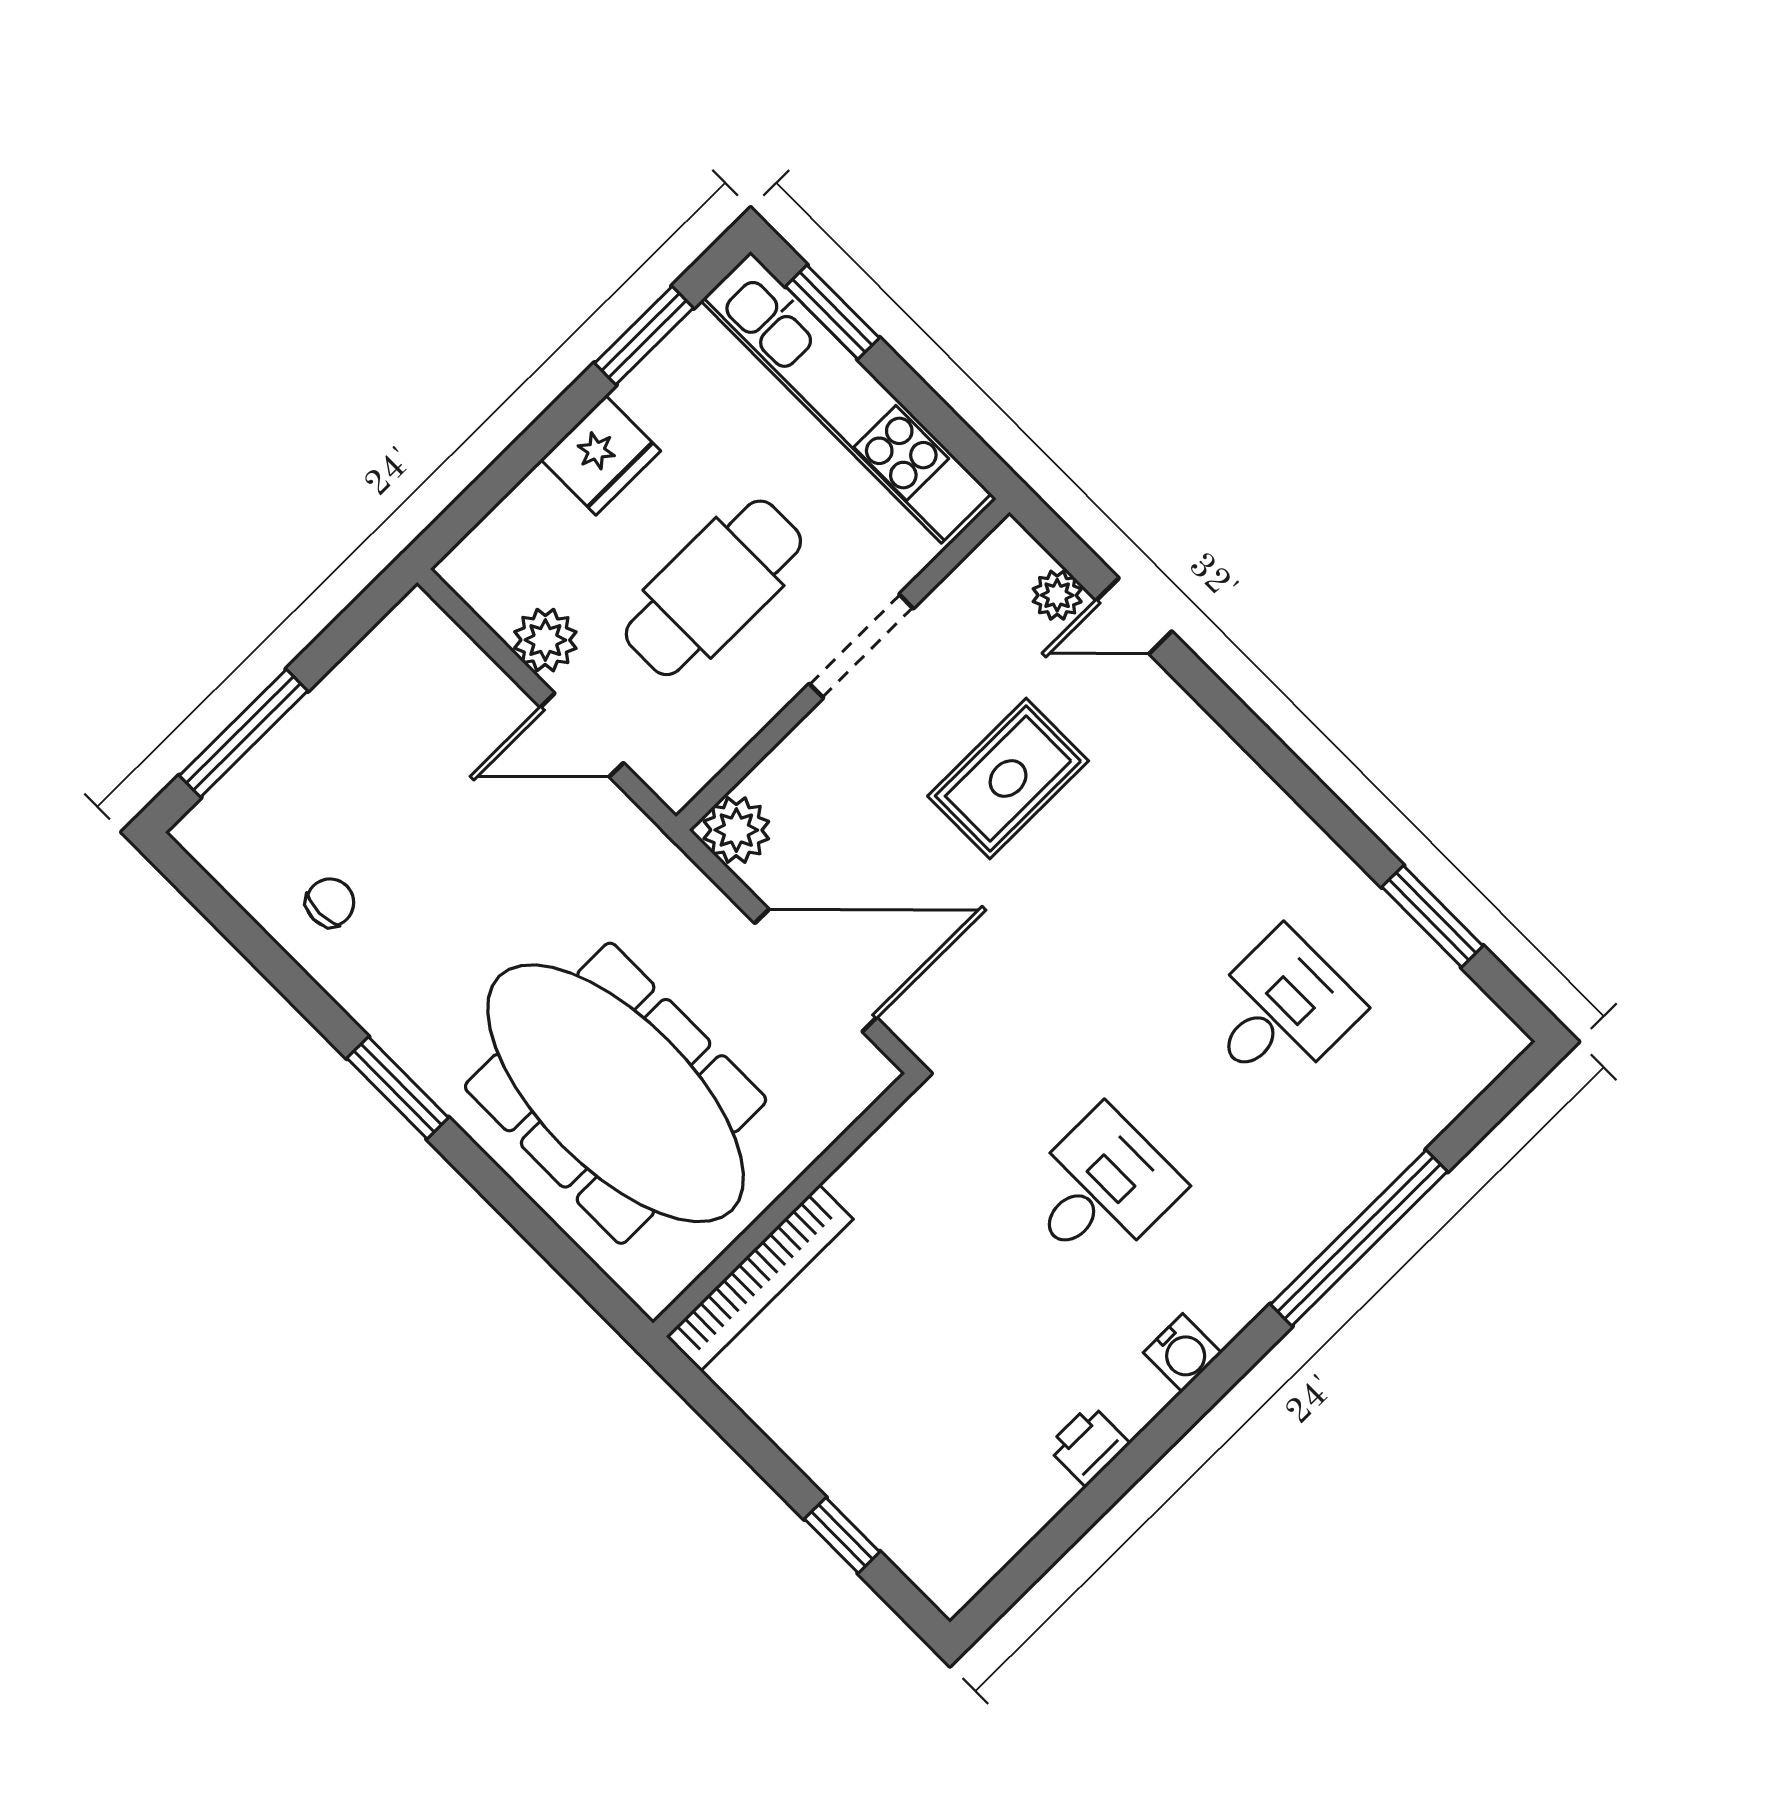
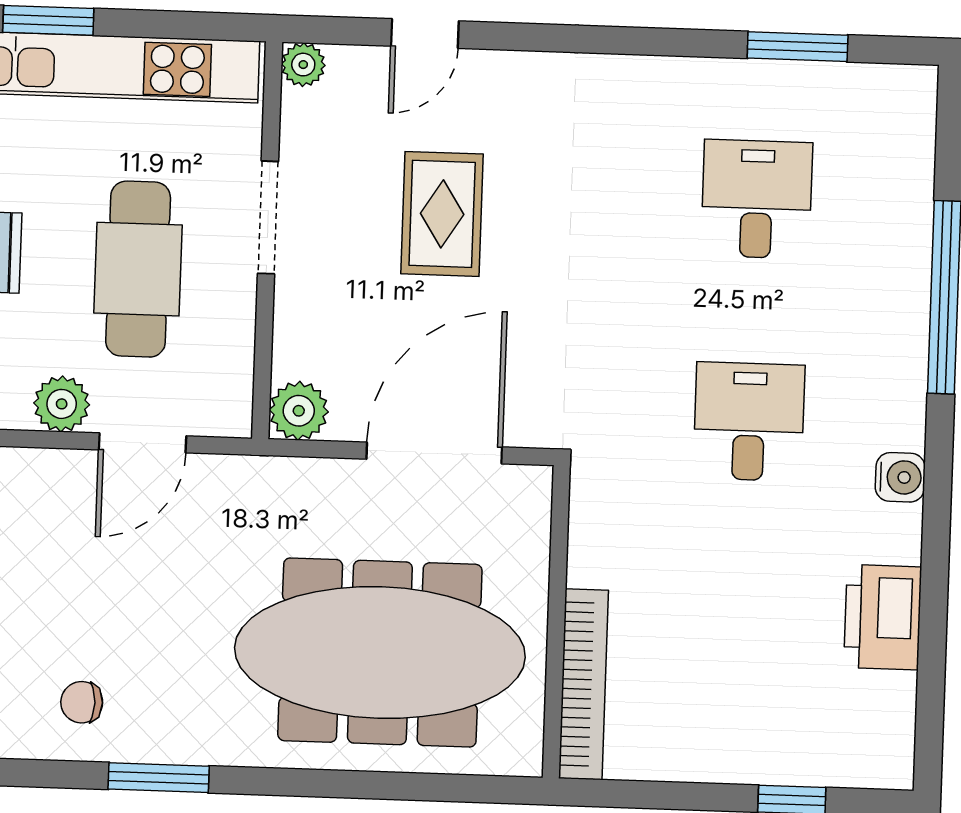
plant: (1057, 595) -> (303, 65), moved
chair: (330, 903) -> (82, 702), turned -90
window: (398, 1088) -> (159, 778), moved
printer: (1088, 1445) -> (883, 617), width x1.87, depth x1.48

